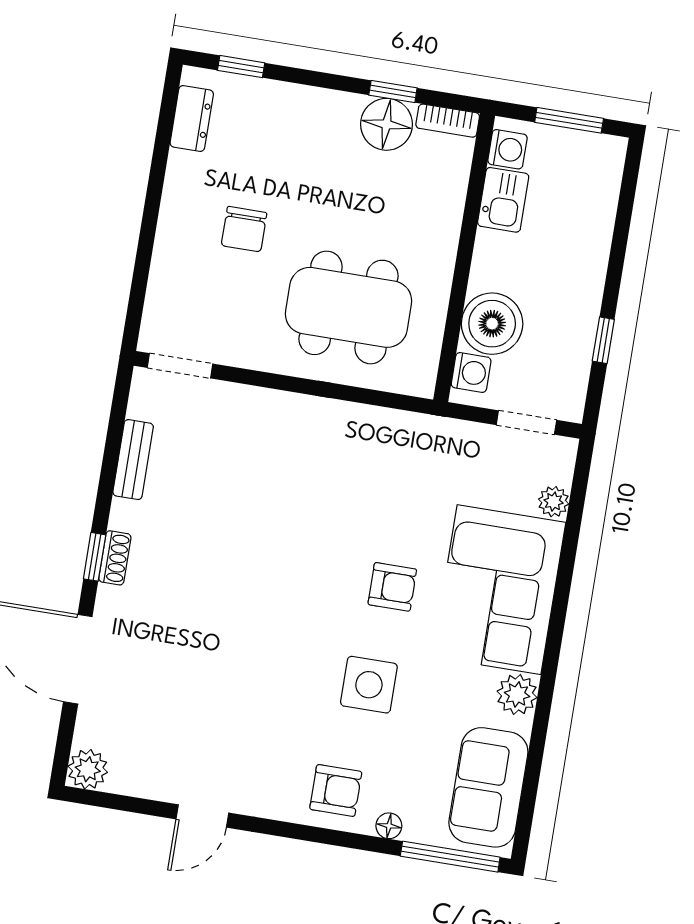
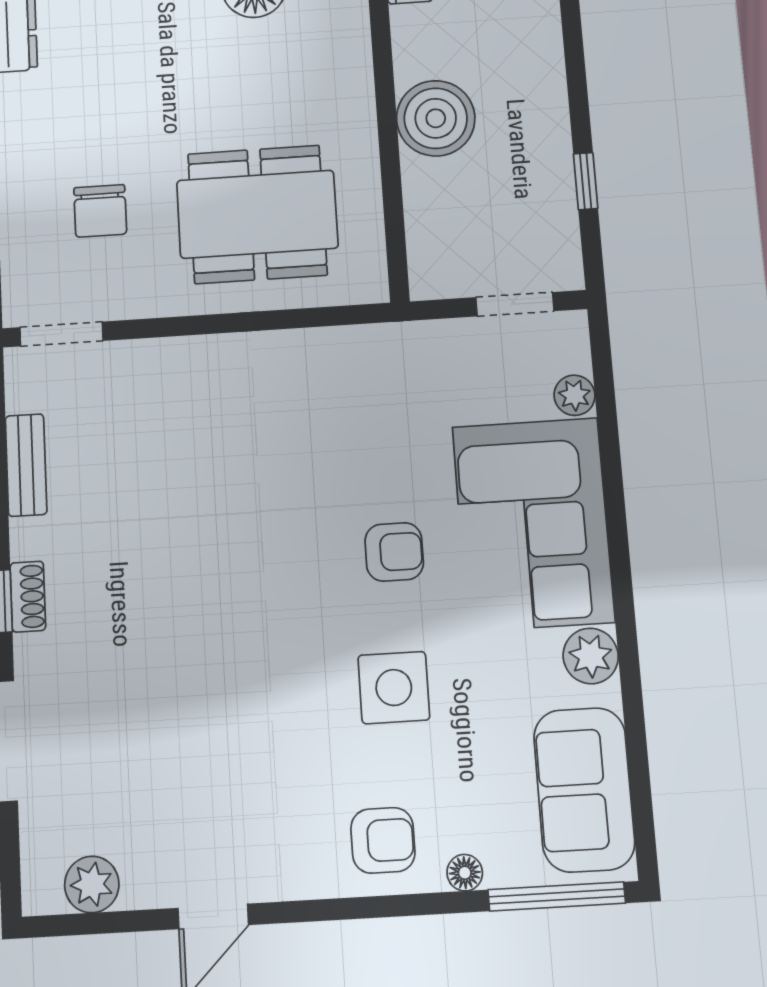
kitchen sink: (503, 200) -> (418, 42), removed
chair: (244, 229) -> (100, 211), moved
boiler: (492, 324) -> (436, 118), moved
washing machine: (471, 372) -> (430, 258), removed
plant: (88, 769) -> (92, 884), moved

